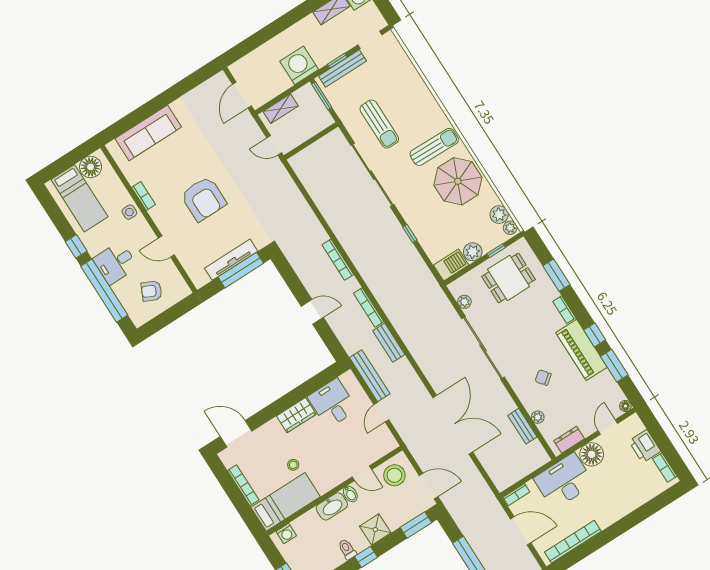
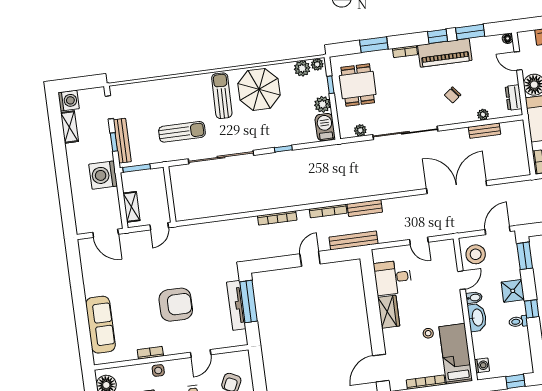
bench: (370, 376) -> (353, 240), moved

